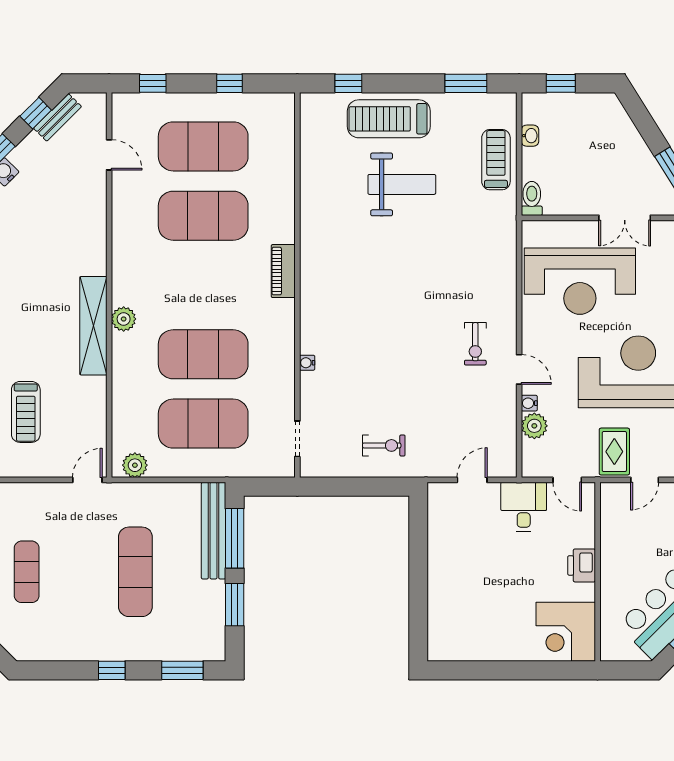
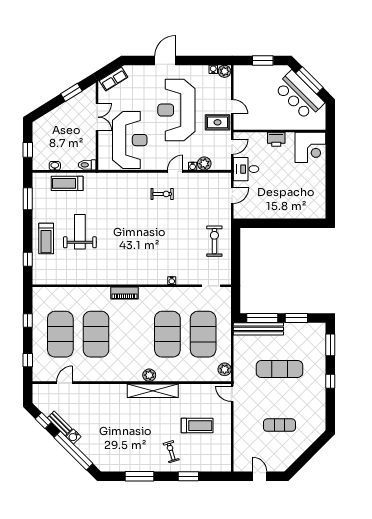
bench: (58, 117) -> (60, 423), moved
treadmill: (389, 119) -> (46, 239), width x0.73, depth x0.73
exercise bike: (384, 445) -> (214, 241), width x1.38, depth x1.39
door: (472, 480) -> (232, 196), swing flipped

